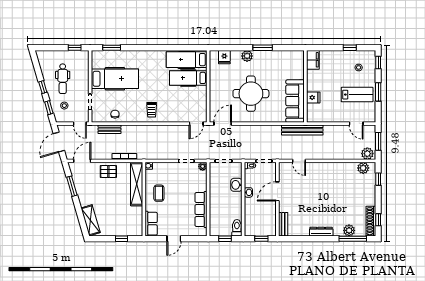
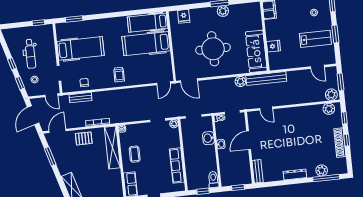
plant: (247, 56) -> (223, 11), moved
hospital bed: (188, 78) -> (146, 44), width x1.37, depth x1.29
door: (223, 124) -> (189, 81), swing flipped
plant: (275, 130) -> (240, 82), added
window: (378, 220) -> (347, 140), moved
shoe rack: (371, 221) -> (340, 143), moved

